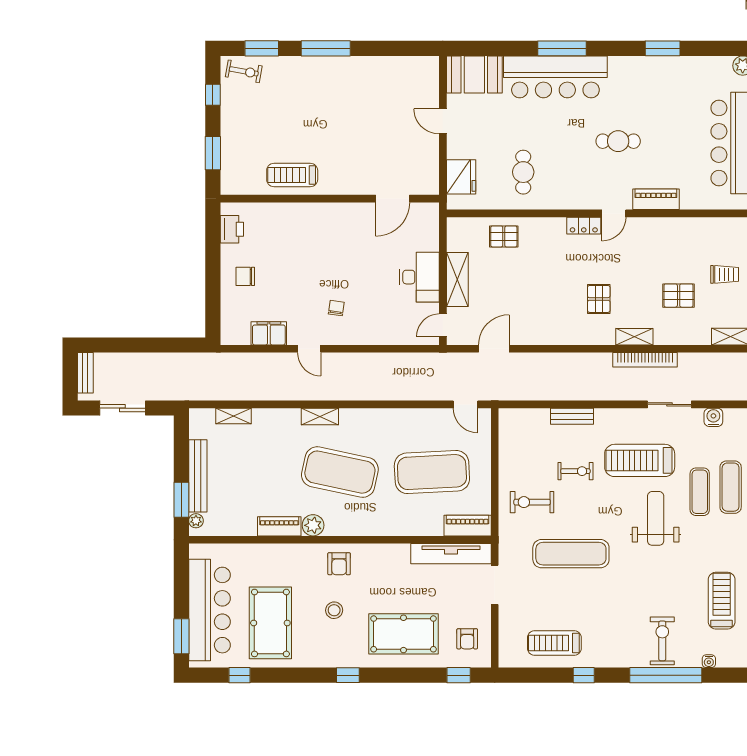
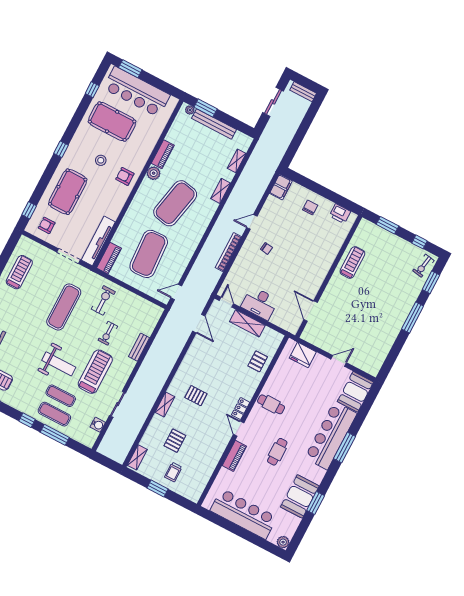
booth: (665, 76) -> (300, 496), added
cafe table: (523, 172) -> (271, 404), moved
filing cabinet: (269, 333) -> (281, 187), moved
bookcase: (645, 360) -> (228, 252), moved
shelving: (320, 416) -> (221, 191), moved

